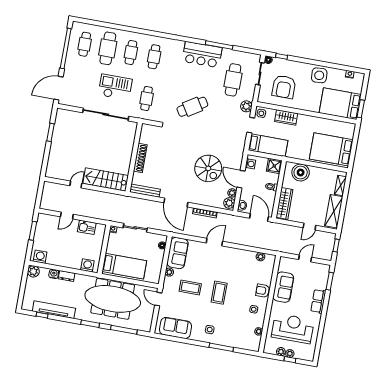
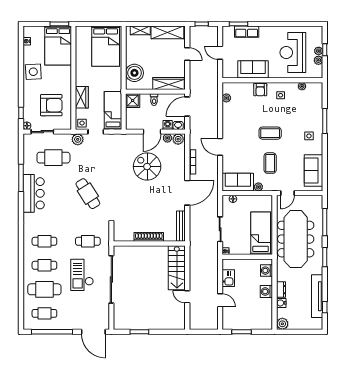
washing machine: (250, 164) -> (168, 125), moved
spiral stairs: (208, 168) -> (147, 167), turned -90
washing machine: (40, 257) -> (266, 292), moved
row of seats: (318, 301) -> (247, 32), moved

